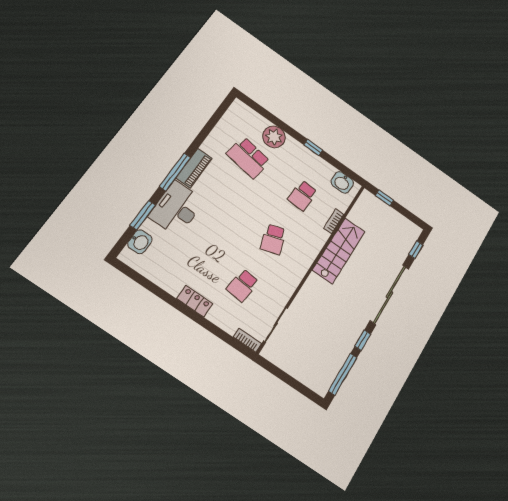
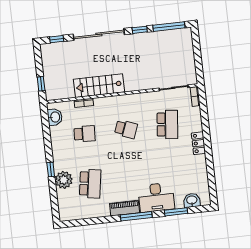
window: (313, 147) -> (51, 170), moved
school desk: (273, 239) -> (126, 129), turned 39
school desk: (243, 285) -> (167, 124), width x1.85

